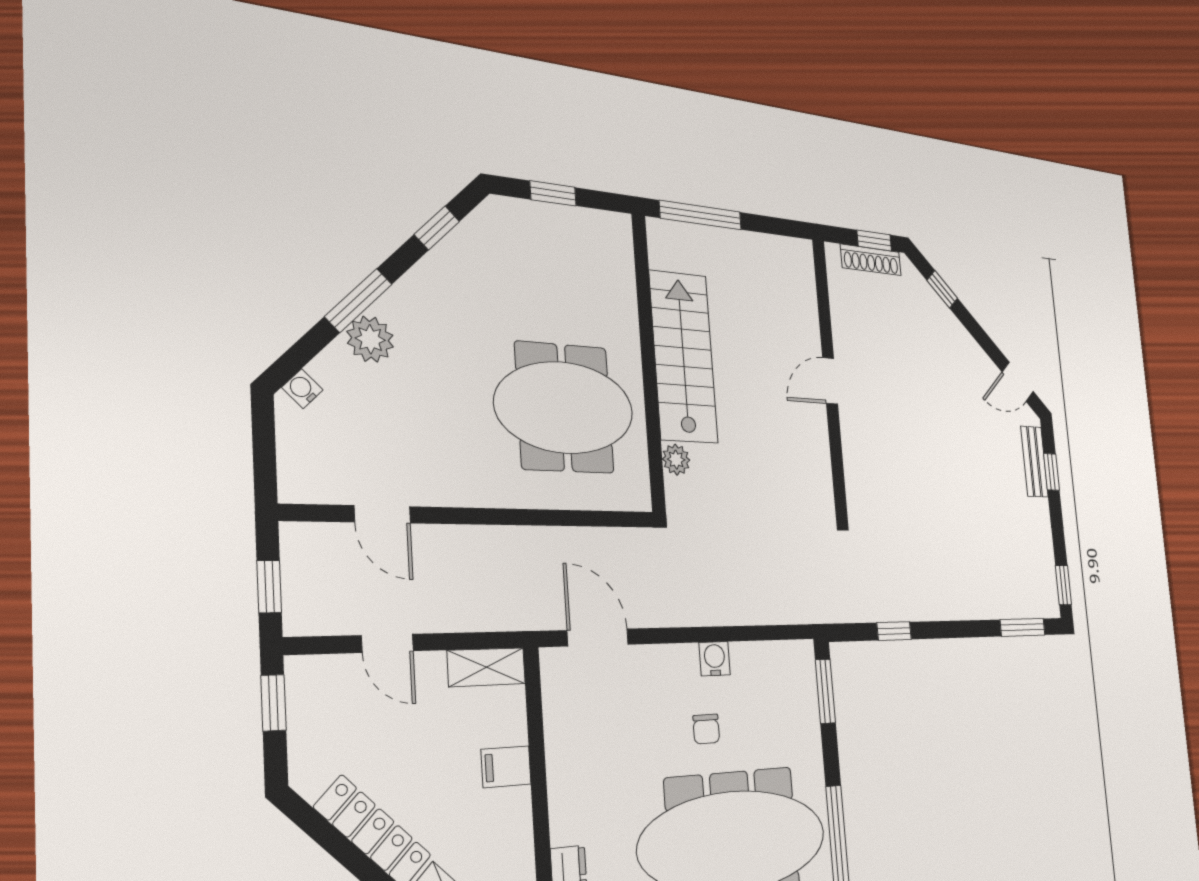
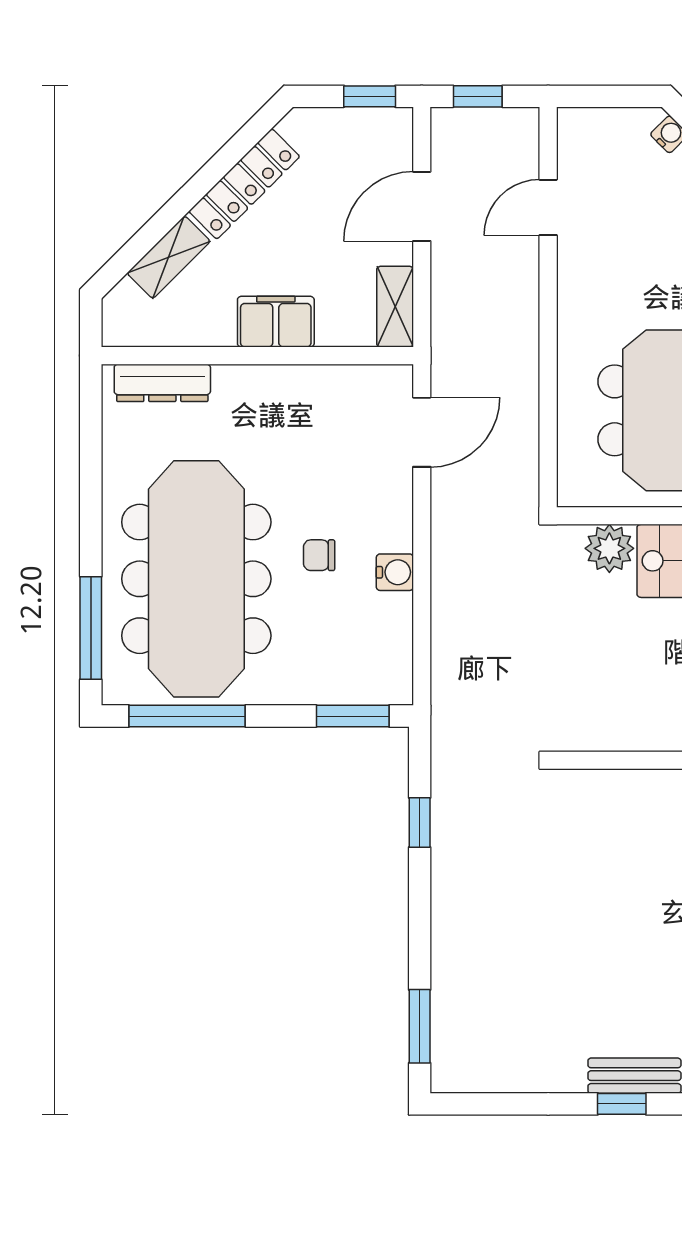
plant: (676, 460) -> (609, 548), width x1.38, depth x1.38
window: (1063, 585) -> (473, 1104), removed
door: (387, 643) -> (422, 206), width x1.38
filing cabinet: (506, 767) -> (276, 322), width x2.00

